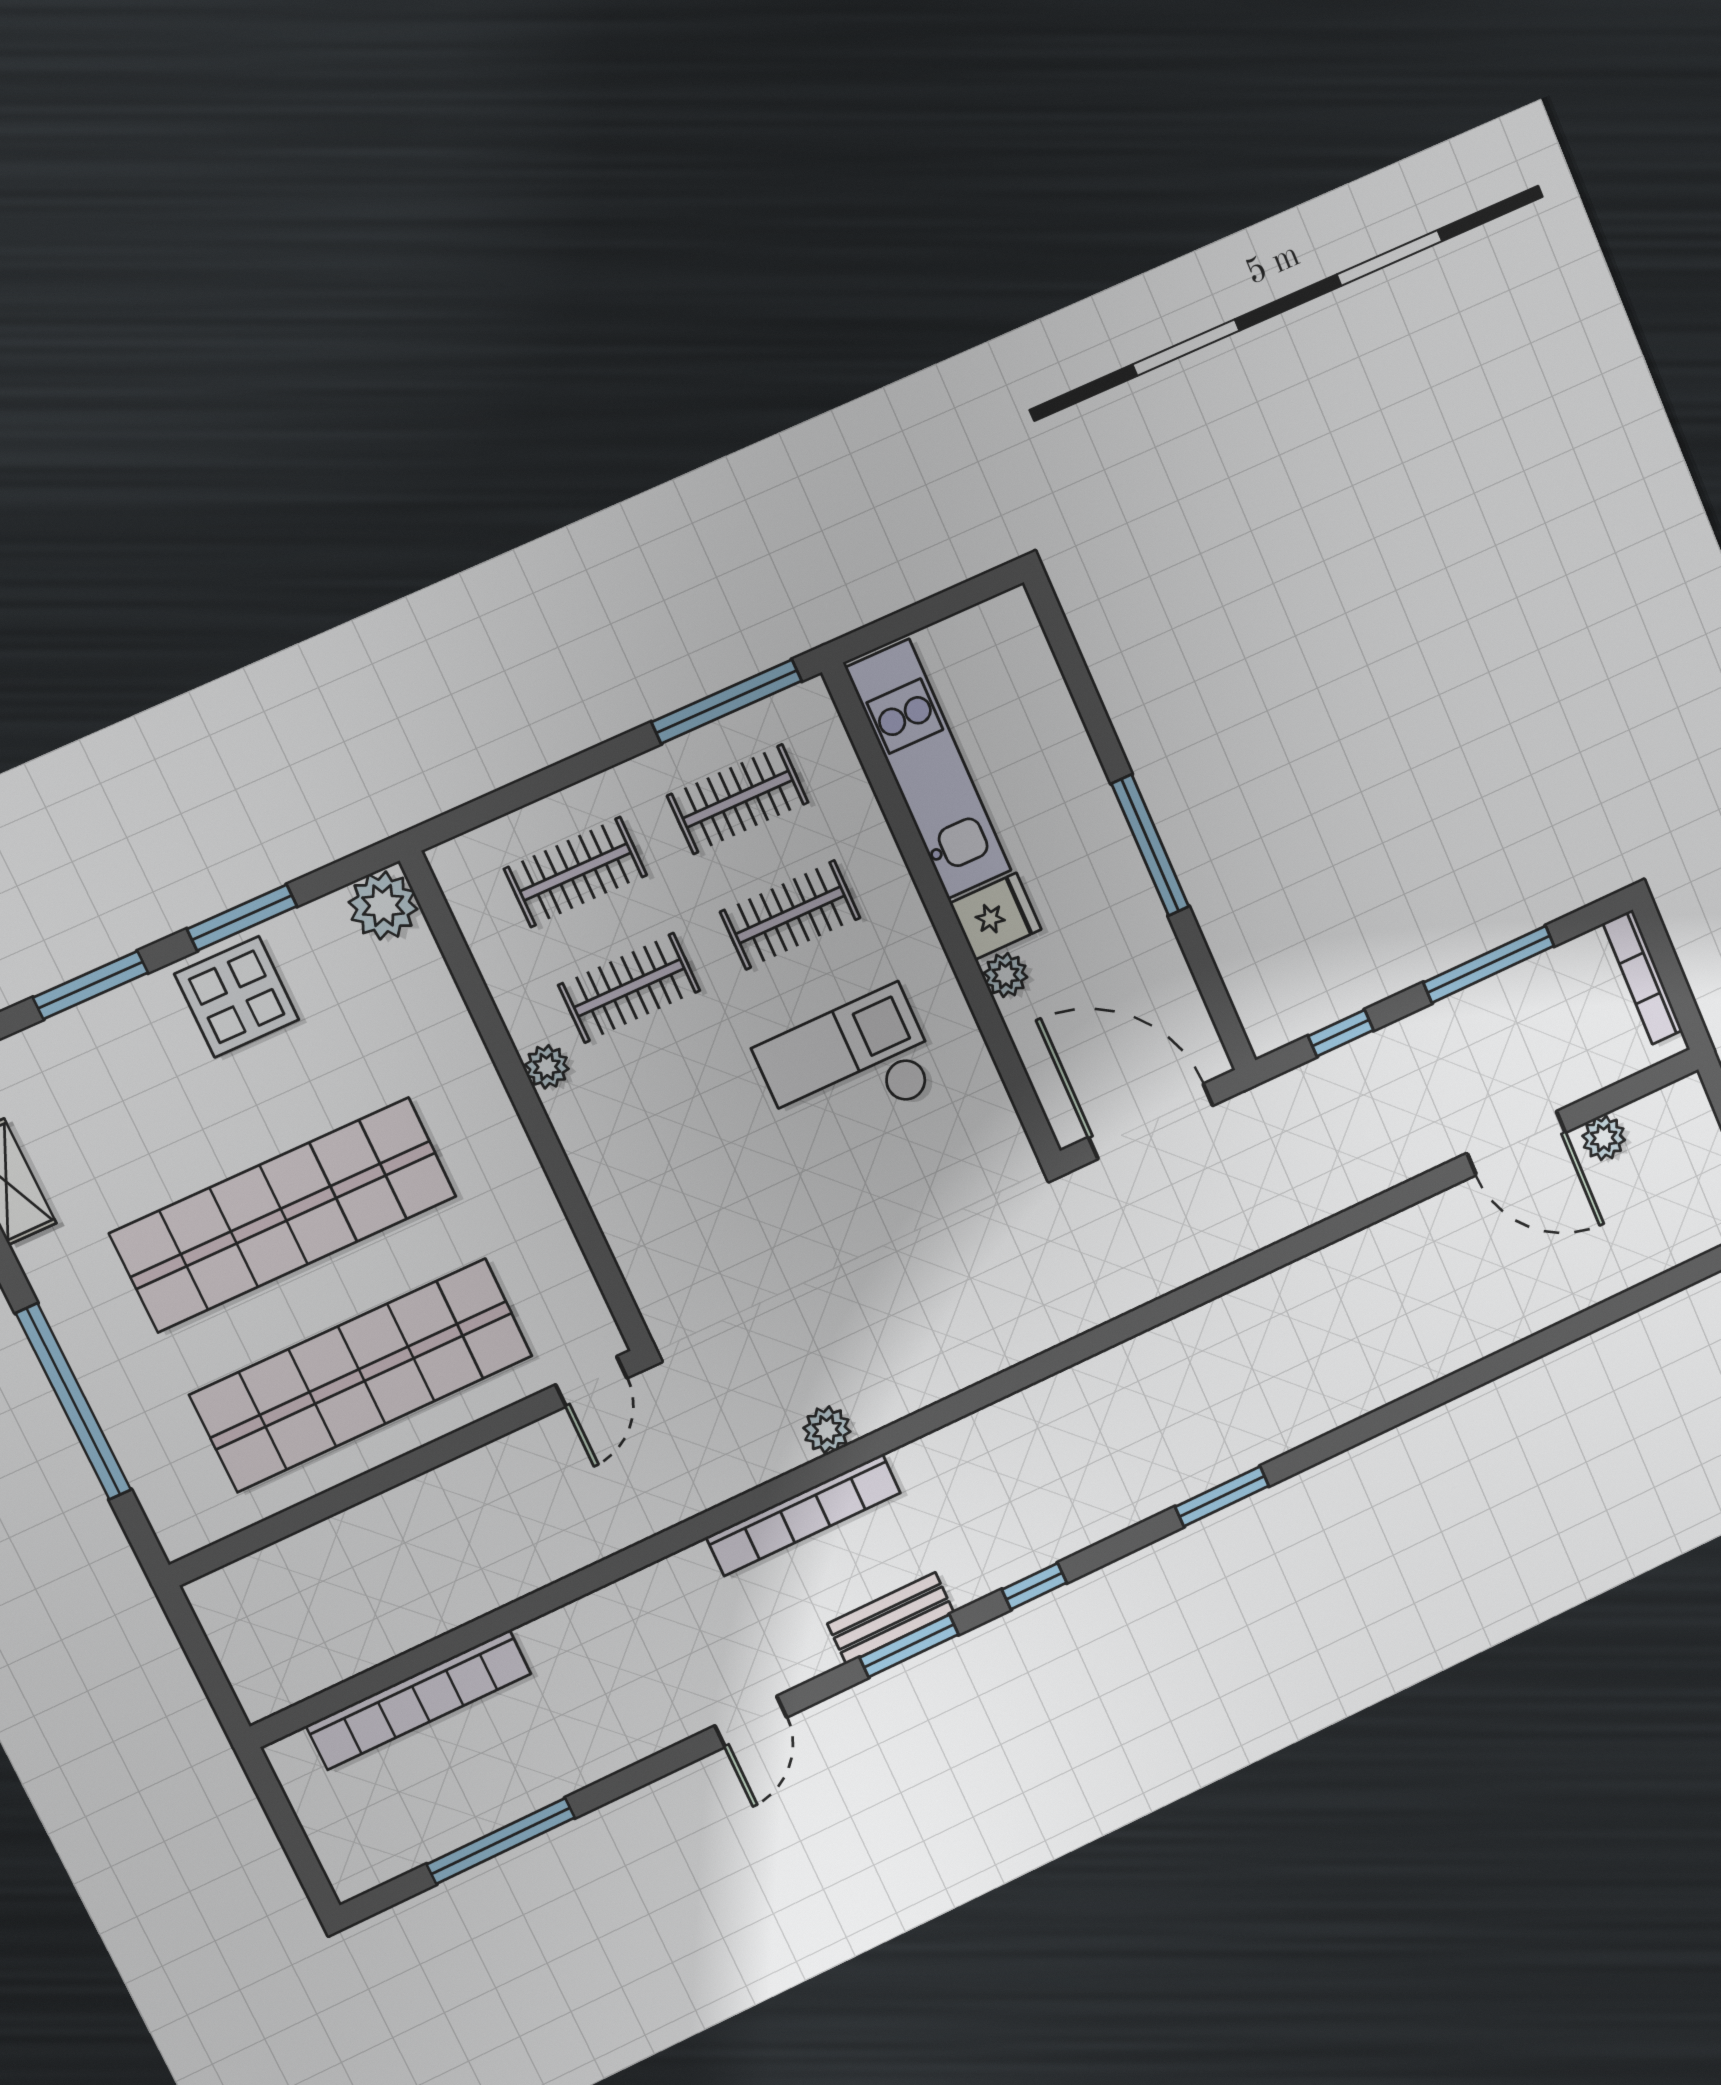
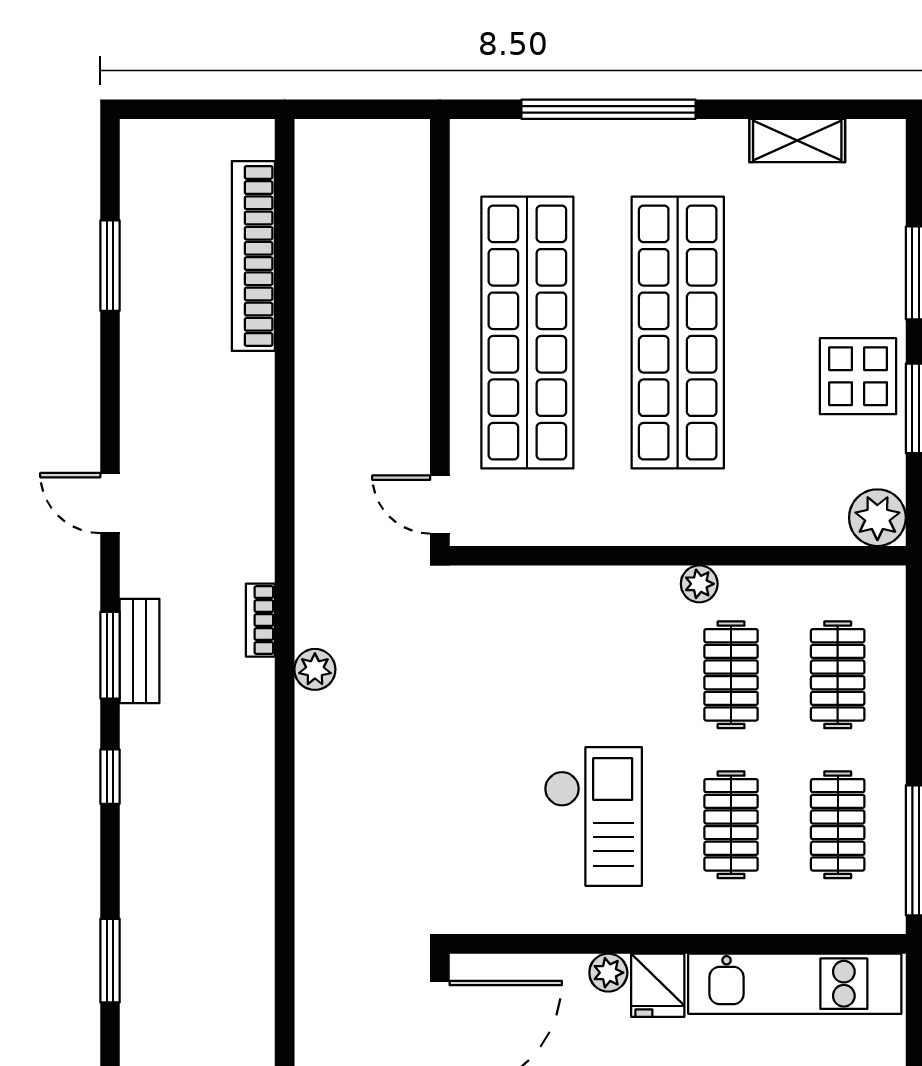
bookcase: (803, 1515) -> (260, 620), width x0.43, depth x0.76
window: (501, 1841) -> (110, 266), width x0.69

